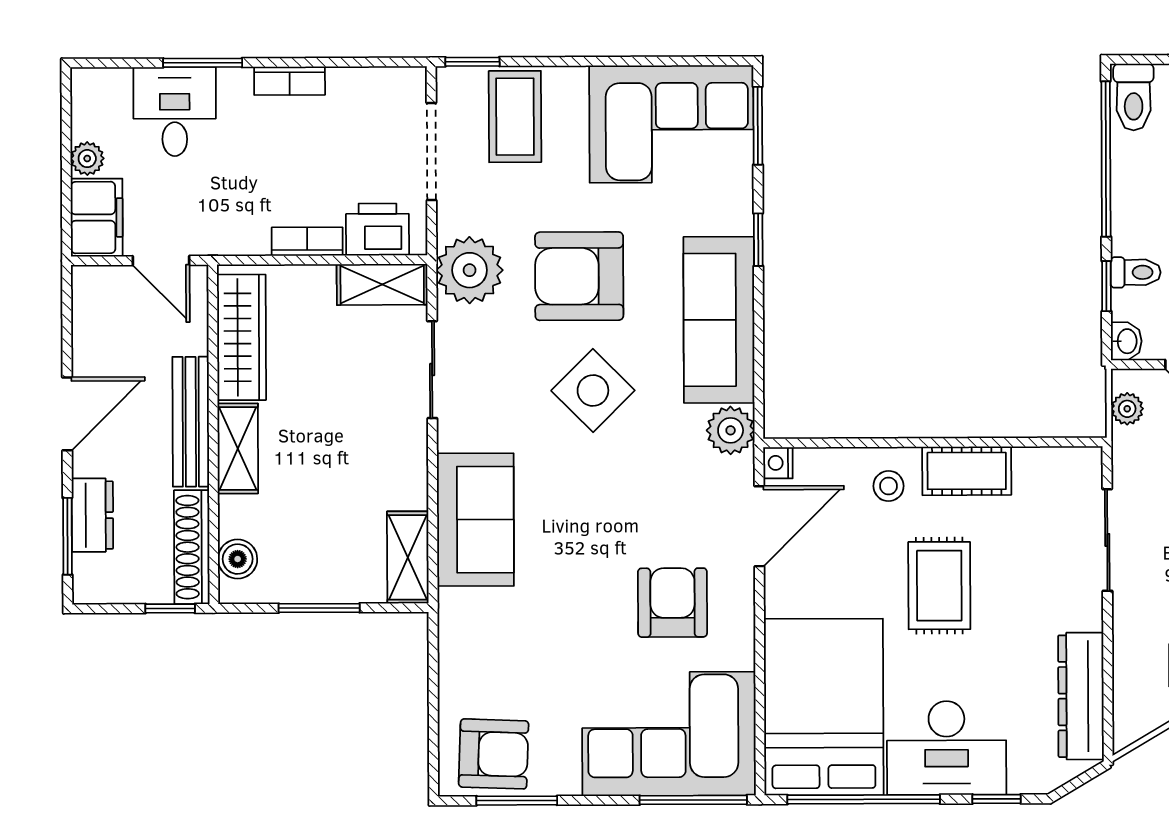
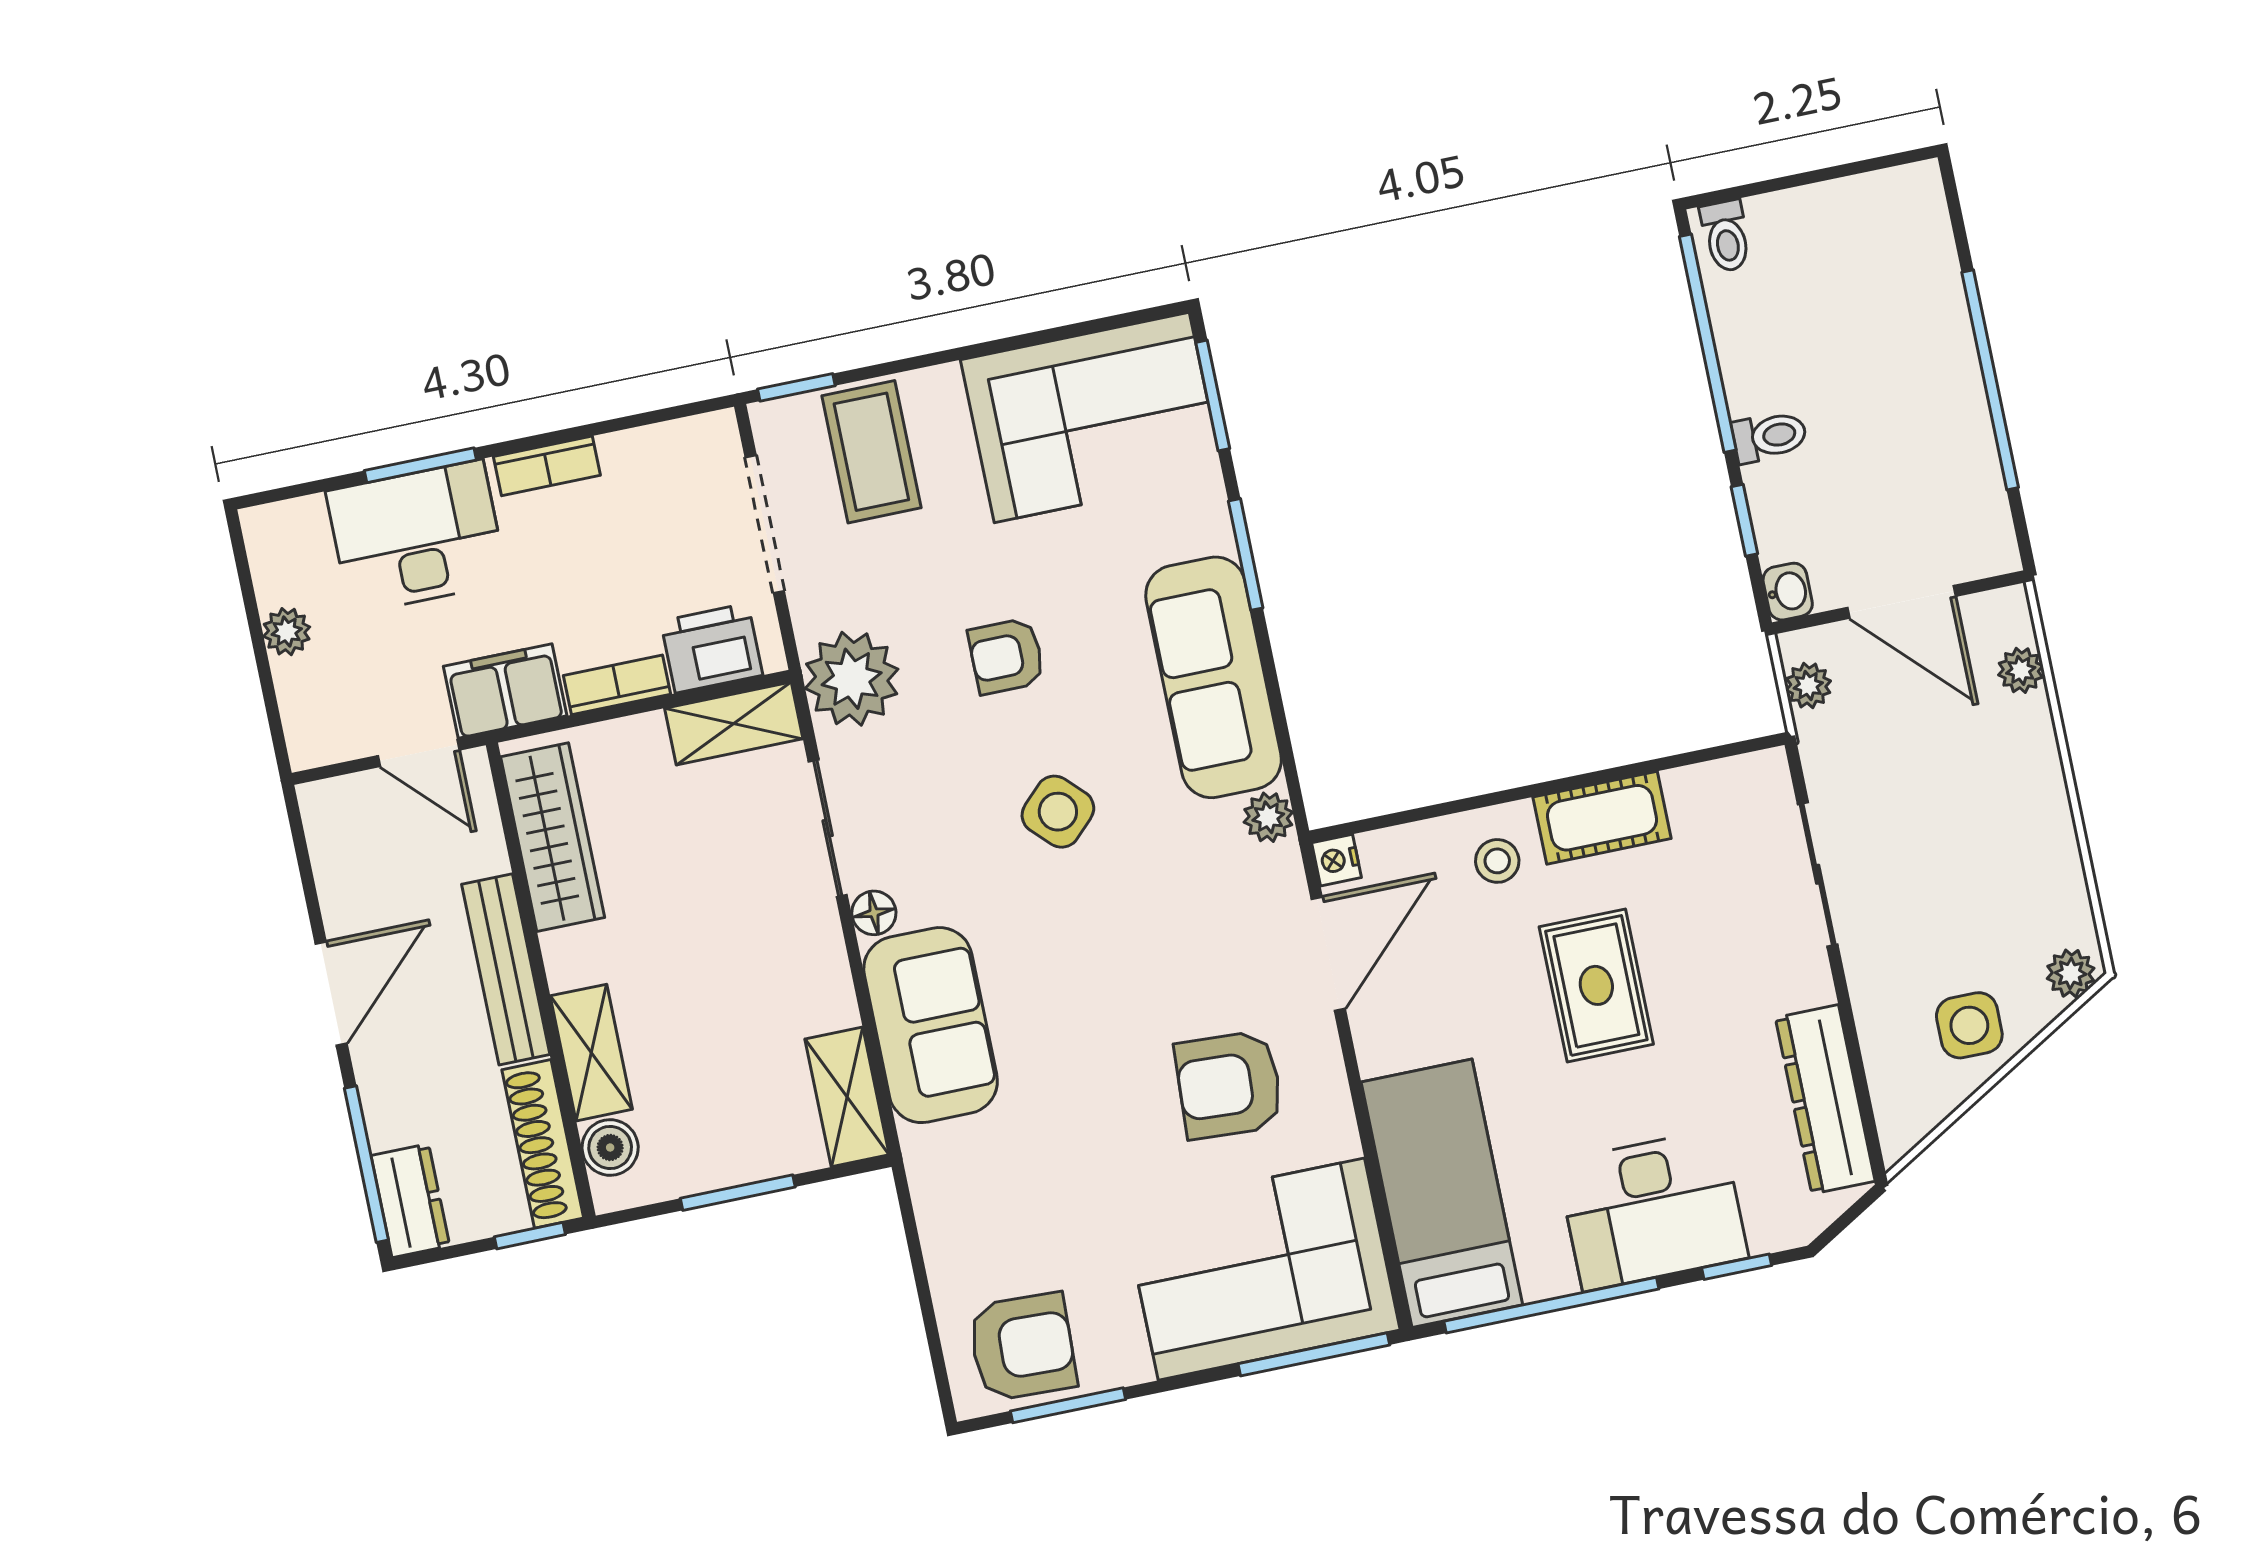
toilet: (1134, 97) -> (1726, 236), width x0.73, depth x0.72
desk: (175, 112) -> (417, 537), width x1.37
filing cabinet: (97, 218) -> (505, 691), moved, turned -90
window: (758, 240) -> (1246, 554), width x1.50
toilet: (1136, 272) -> (1770, 437), moved
armchair: (579, 276) -> (1006, 656), width x0.53, depth x0.53
side table: (593, 390) -> (1058, 812), width x0.73, depth x0.73
plant: (731, 430) -> (1268, 817), width x0.73, depth x0.73
floor lamp: (452, 434) -> (874, 913), added
shelving: (238, 449) -> (591, 1053), moved
dresser: (92, 515) -> (410, 1201), moved
window: (68, 536) -> (366, 1164), width x1.44
armchair: (672, 603) -> (1229, 1085), turned -87
bed: (824, 707) -> (1442, 1193), width x0.67

